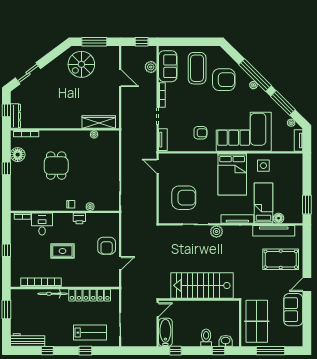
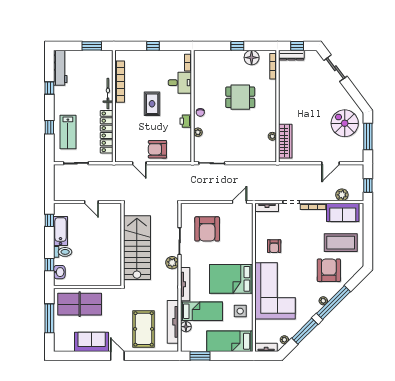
armchair: (224, 80) -> (329, 270), turned 180
bed: (293, 176) -> (230, 341), added
stairs: (202, 285) -> (137, 248), moved
wall: (199, 299) -> (123, 244), moved
bathtub: (165, 332) -> (61, 231), moved, turned -90

